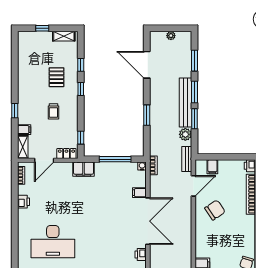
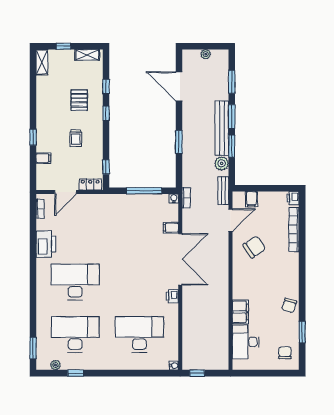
shelving: (23, 147) -> (42, 62), moved
filing cabinet: (84, 169) -> (109, 202), removed
printer: (23, 202) -> (46, 244), width x1.87, depth x1.48
desk: (53, 242) -> (75, 282), turned 180

